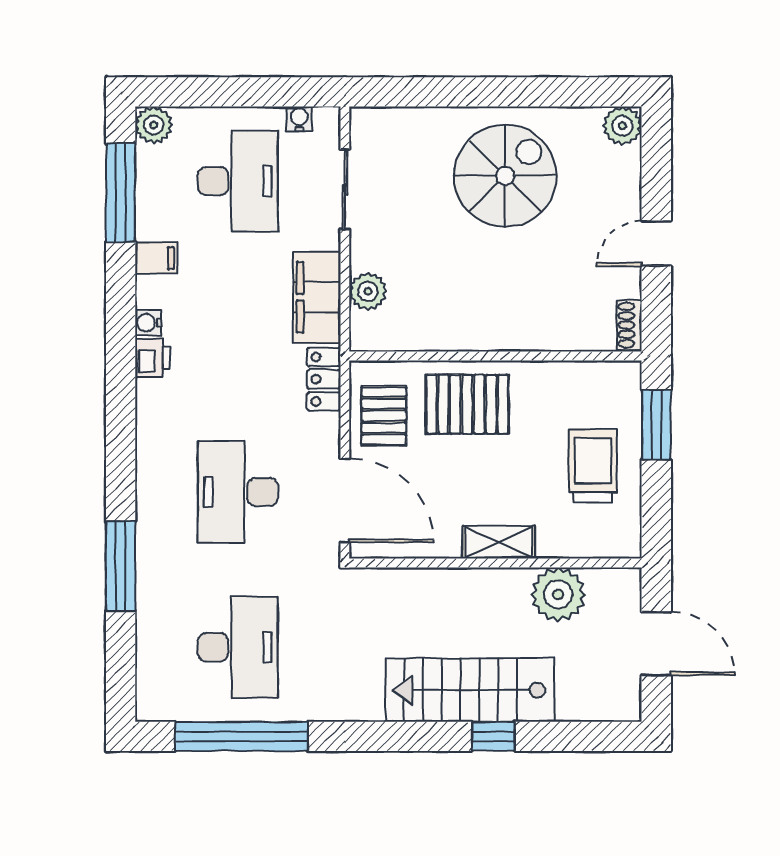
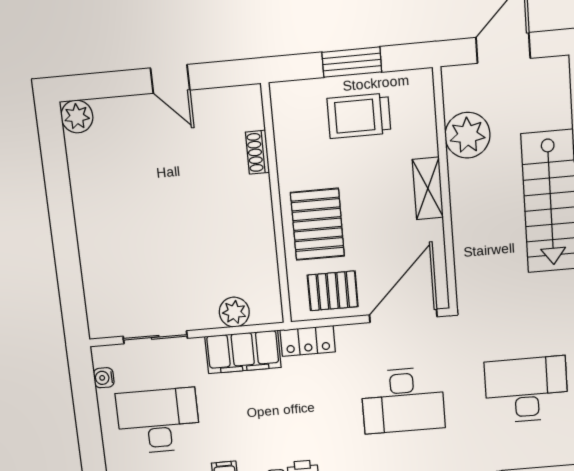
spiral stairs: (505, 176) -> (129, 210), removed
shoe rack: (629, 325) -> (257, 152), moved, turned 90
window: (656, 425) -> (352, 62), moved

